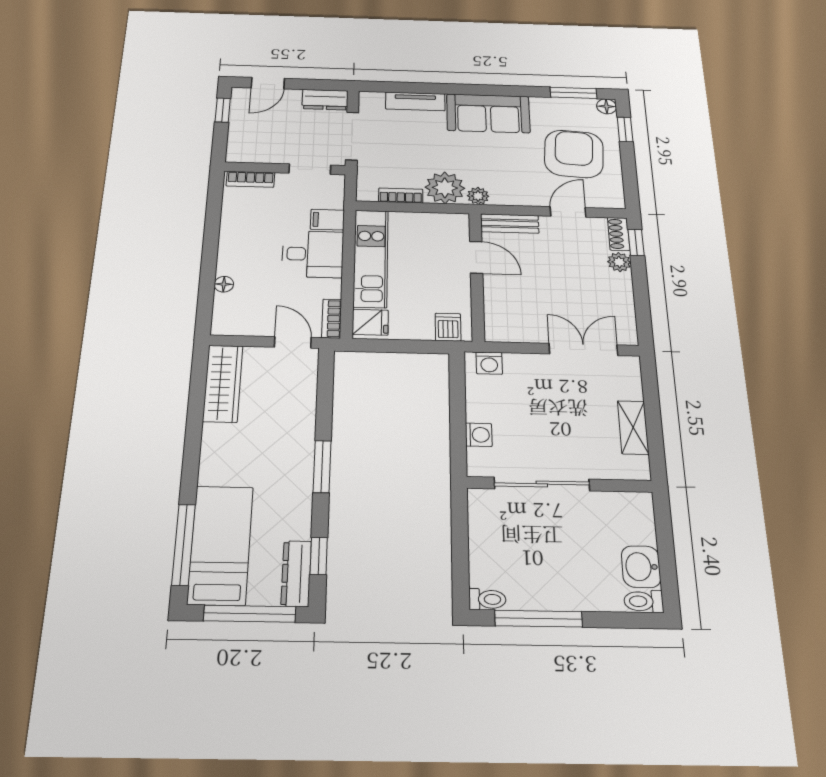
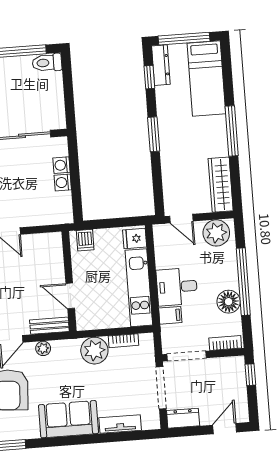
window: (223, 110) -> (250, 375), moved
doorway: (310, 169) -> (187, 356), width x1.38
plant: (478, 196) -> (43, 348), moved
window: (210, 251) -> (243, 282), added
floor lamp: (224, 284) -> (229, 302), moved, width x1.89, depth x1.89
plant: (241, 318) -> (216, 233), added
bookcase: (332, 319) -> (159, 239), removed
washing machine: (489, 363) -> (63, 182), moved, turned -90
window: (183, 544) -> (232, 131), moved
toilet: (487, 599) -> (47, 63), width x1.37, depth x1.39

